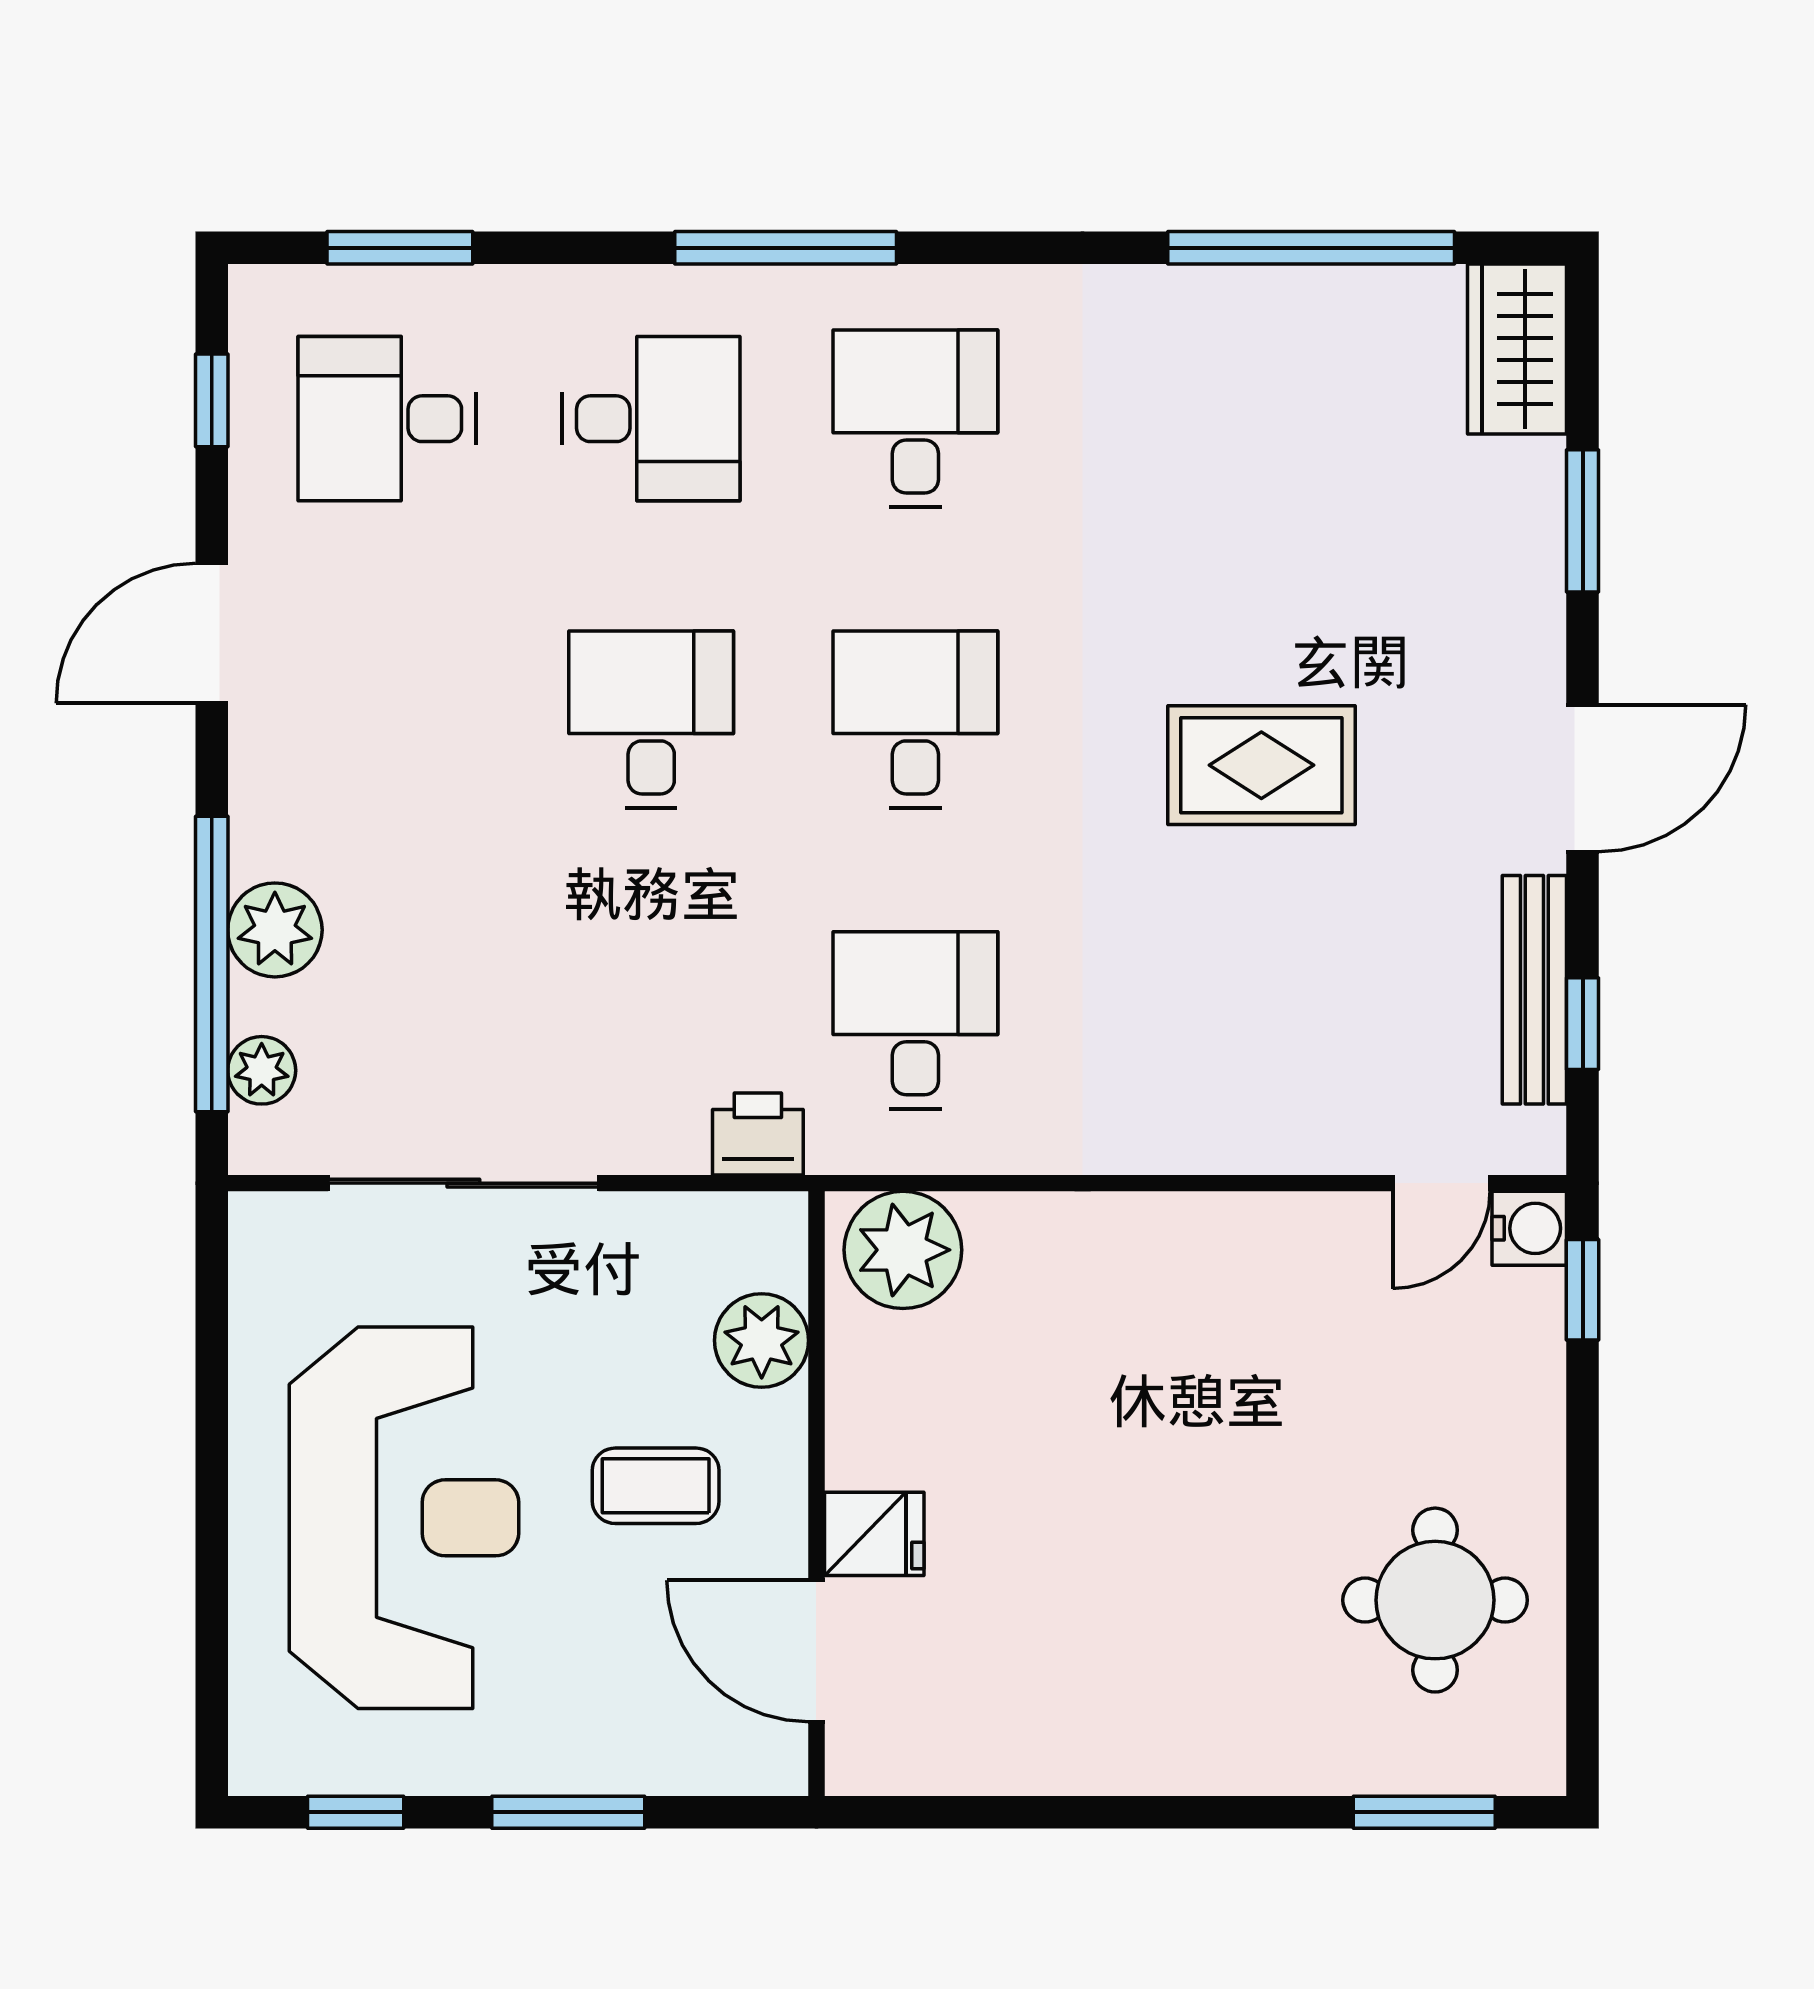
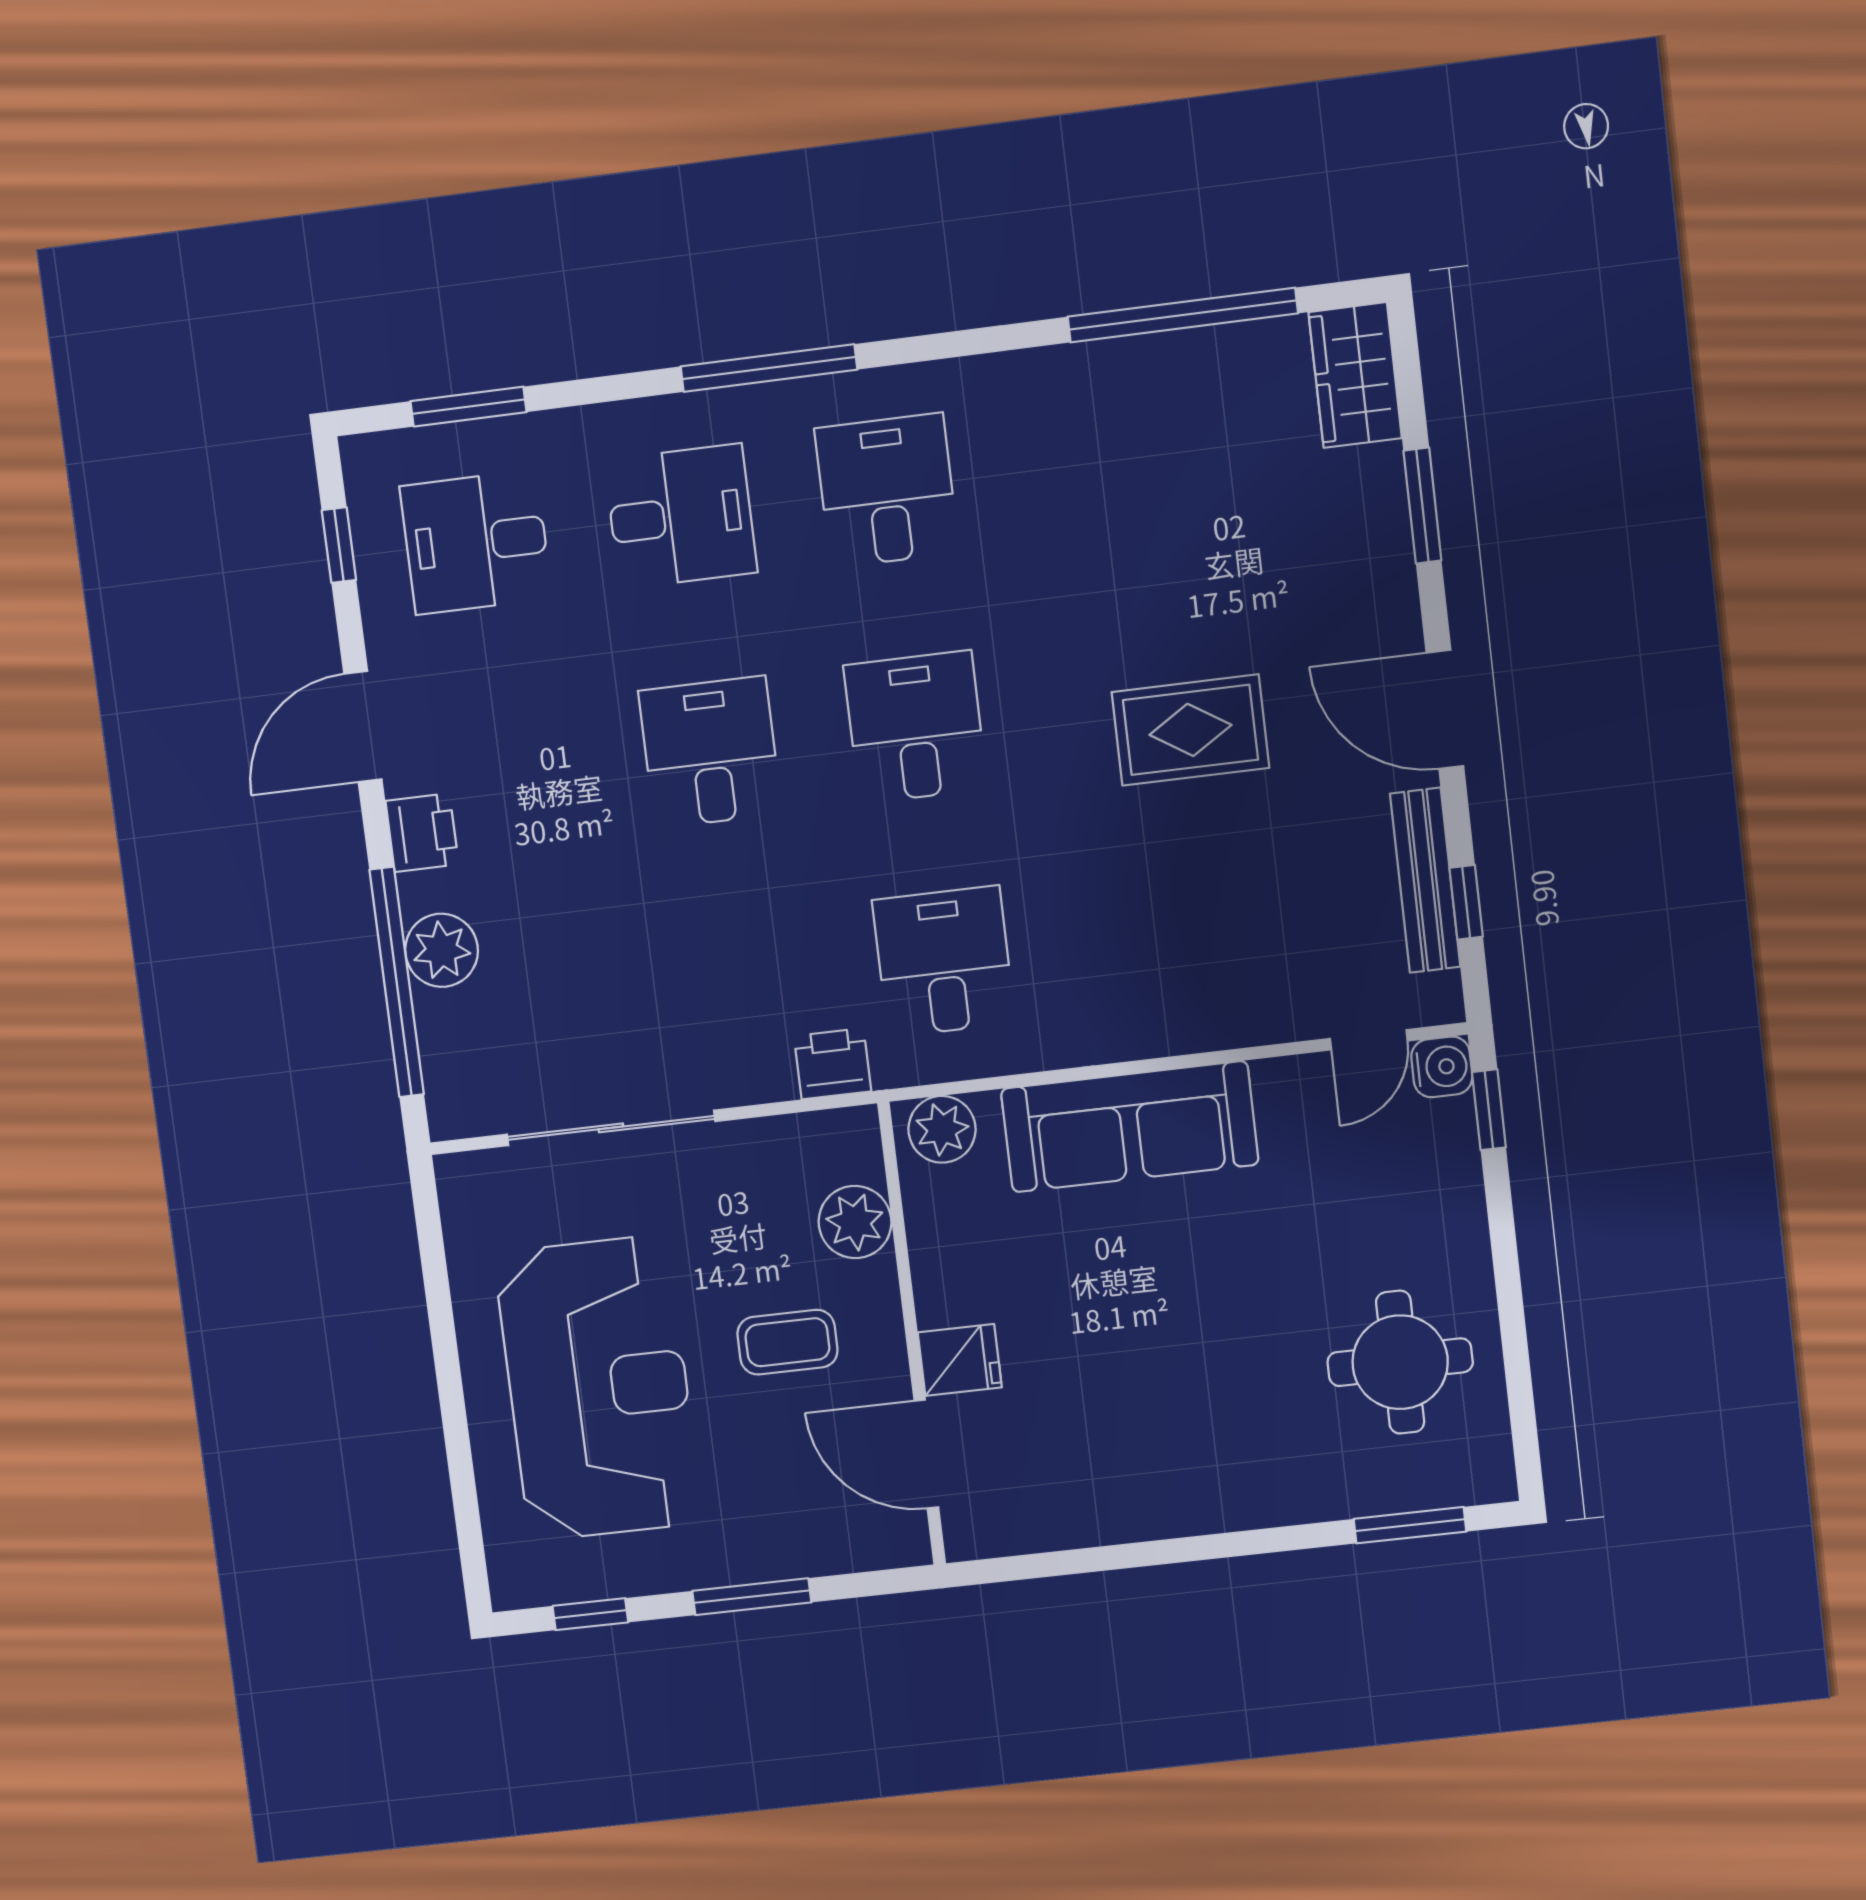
printer: (270, 777) -> (422, 833), added
door: (1583, 778) -> (1445, 709), swing flipped
plant: (262, 1070) -> (446, 1059), removed
plant: (903, 1250) -> (942, 1129), width x0.73, depth x0.73
sofa: (1126, 1259) -> (1130, 1127), added

